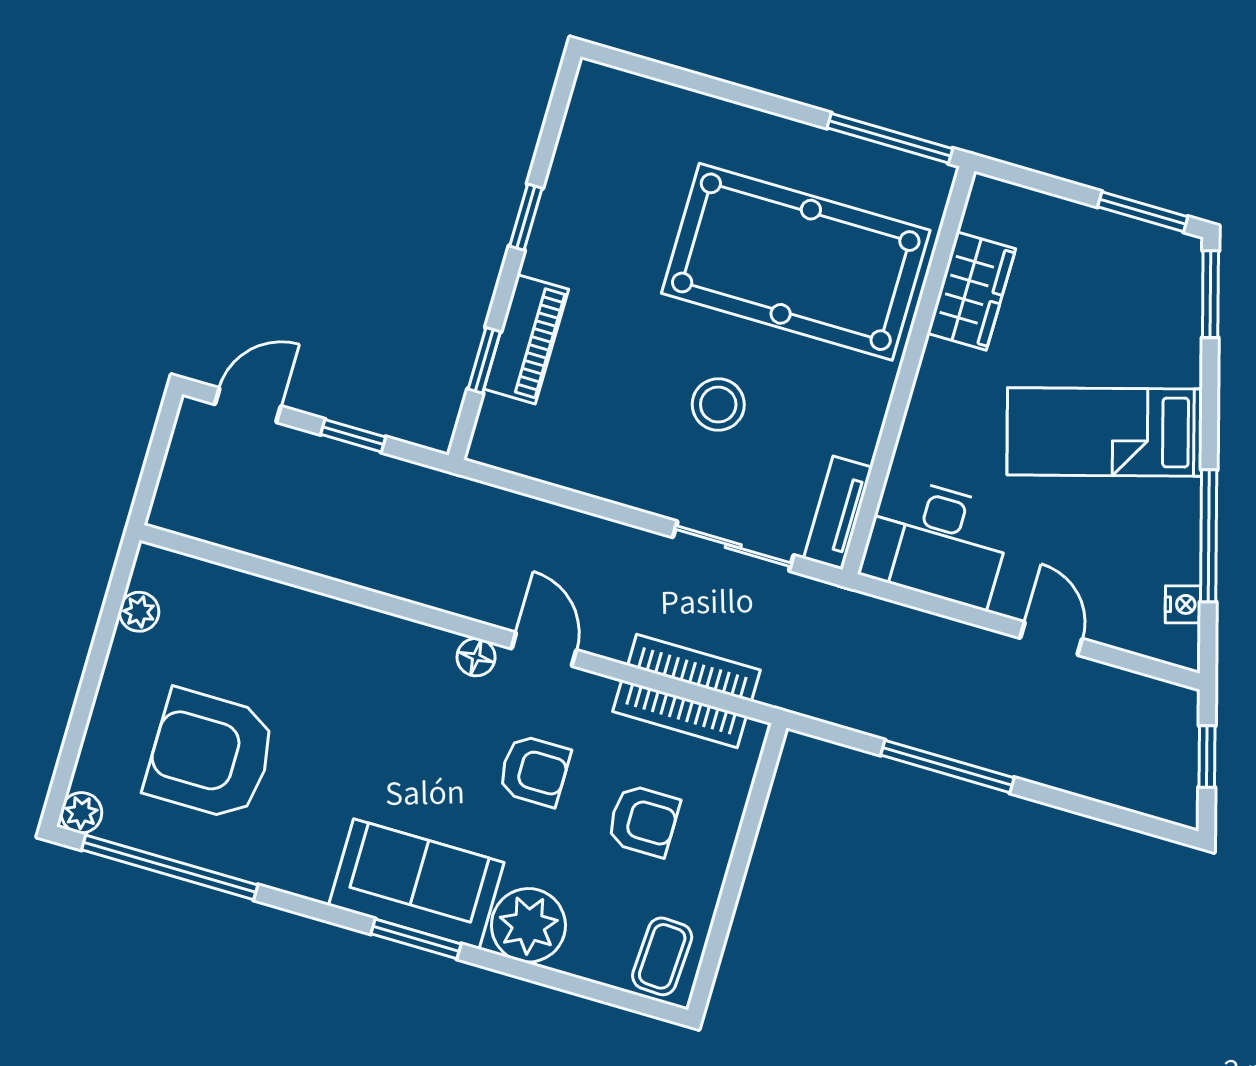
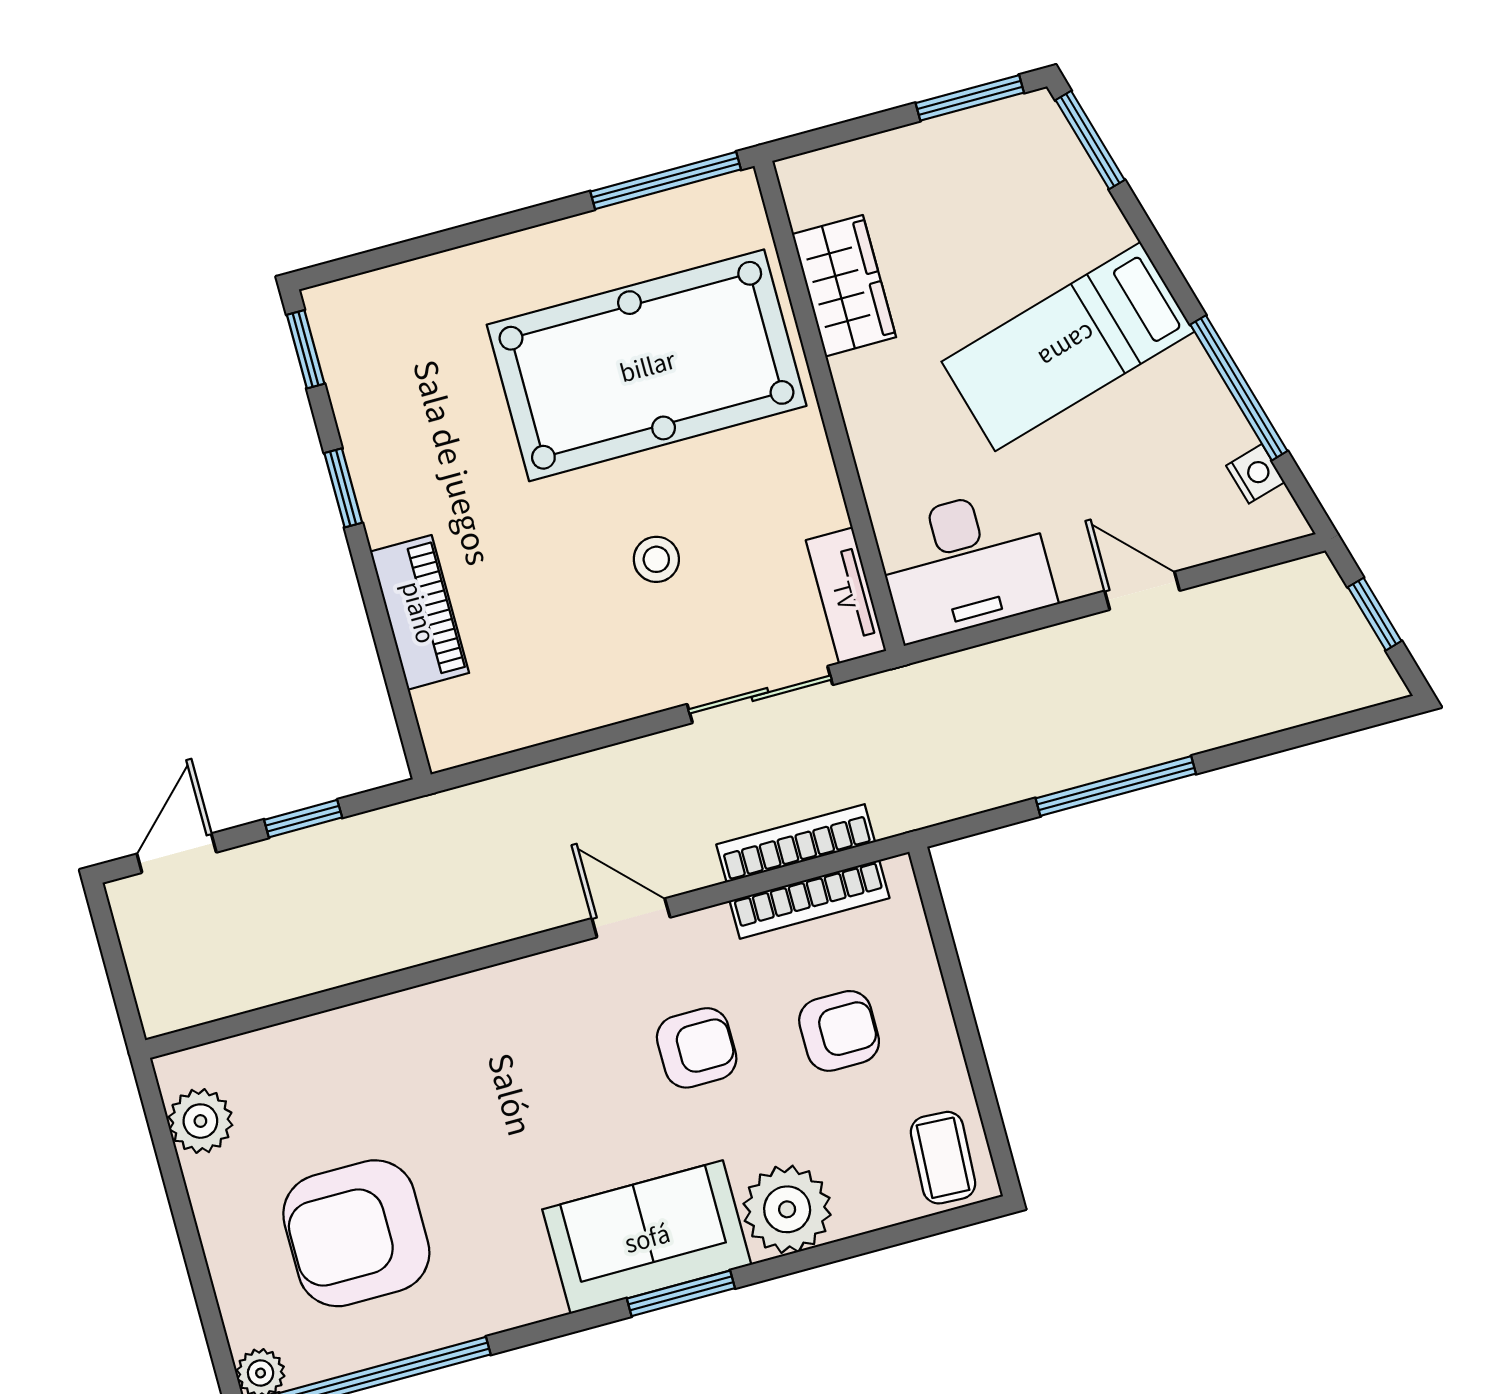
window: (484, 360) -> (306, 349), moved
stool: (718, 405) -> (656, 559), width x0.73, depth x0.73
plant: (139, 612) -> (200, 1121), width x1.38, depth x1.38
floor lamp: (476, 657) -> (567, 968), removed

